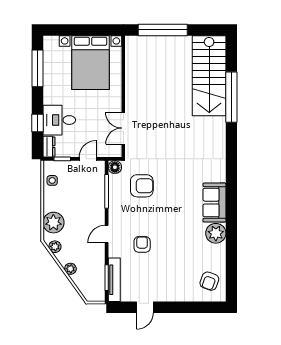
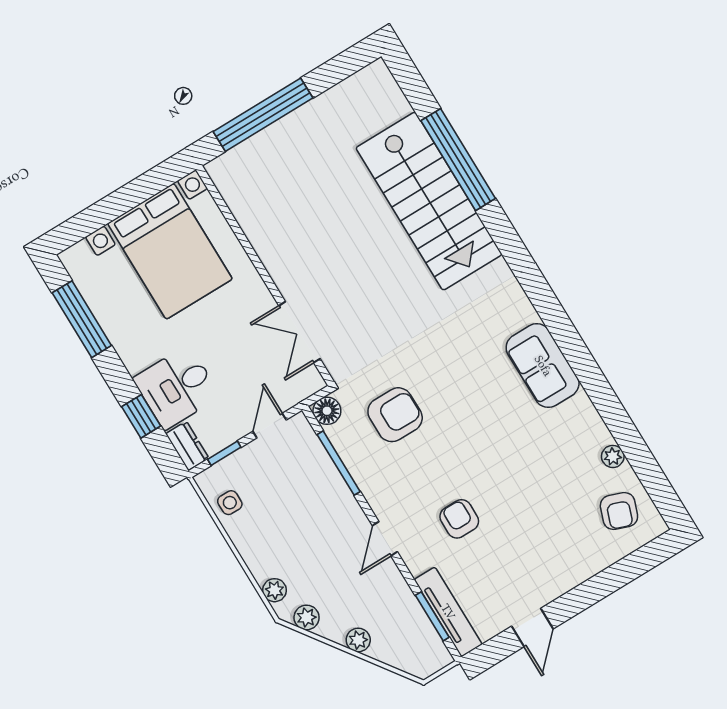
stairs: (209, 76) -> (429, 201), moved
plant: (53, 223) -> (275, 590), width x0.53, depth x0.53
plant: (216, 233) -> (613, 456), moved, width x0.53, depth x0.53

